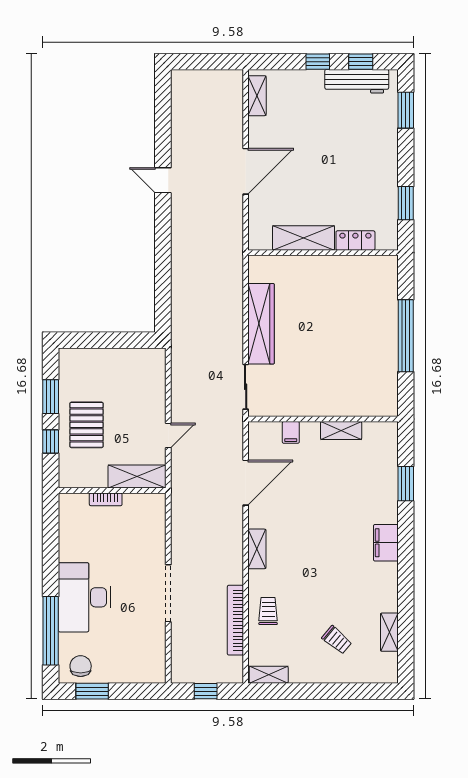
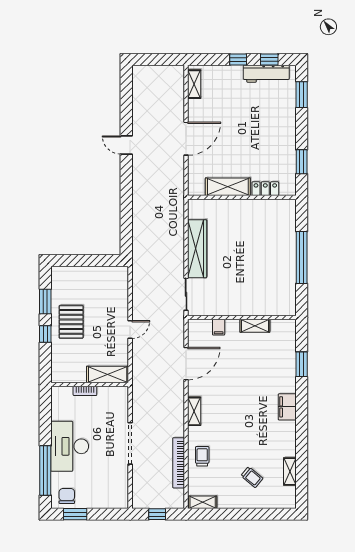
shelving: (137, 477) -> (108, 375), moved
wall: (112, 490) -> (90, 385), moved
bookcase: (106, 499) -> (85, 391), moved

